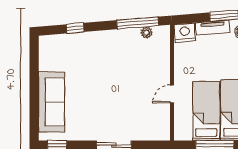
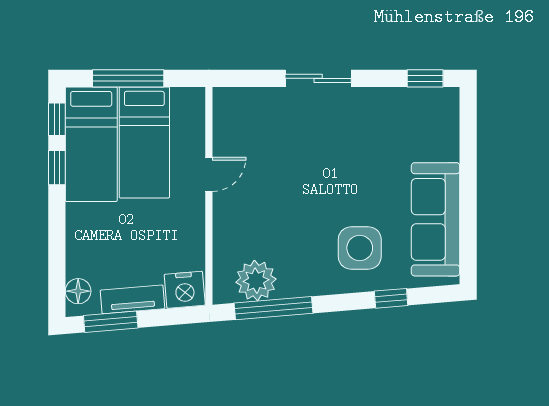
plant: (147, 33) -> (256, 281), width x1.88, depth x1.88
side table: (92, 55) -> (360, 248), added
sofa: (52, 102) -> (436, 219), moved

